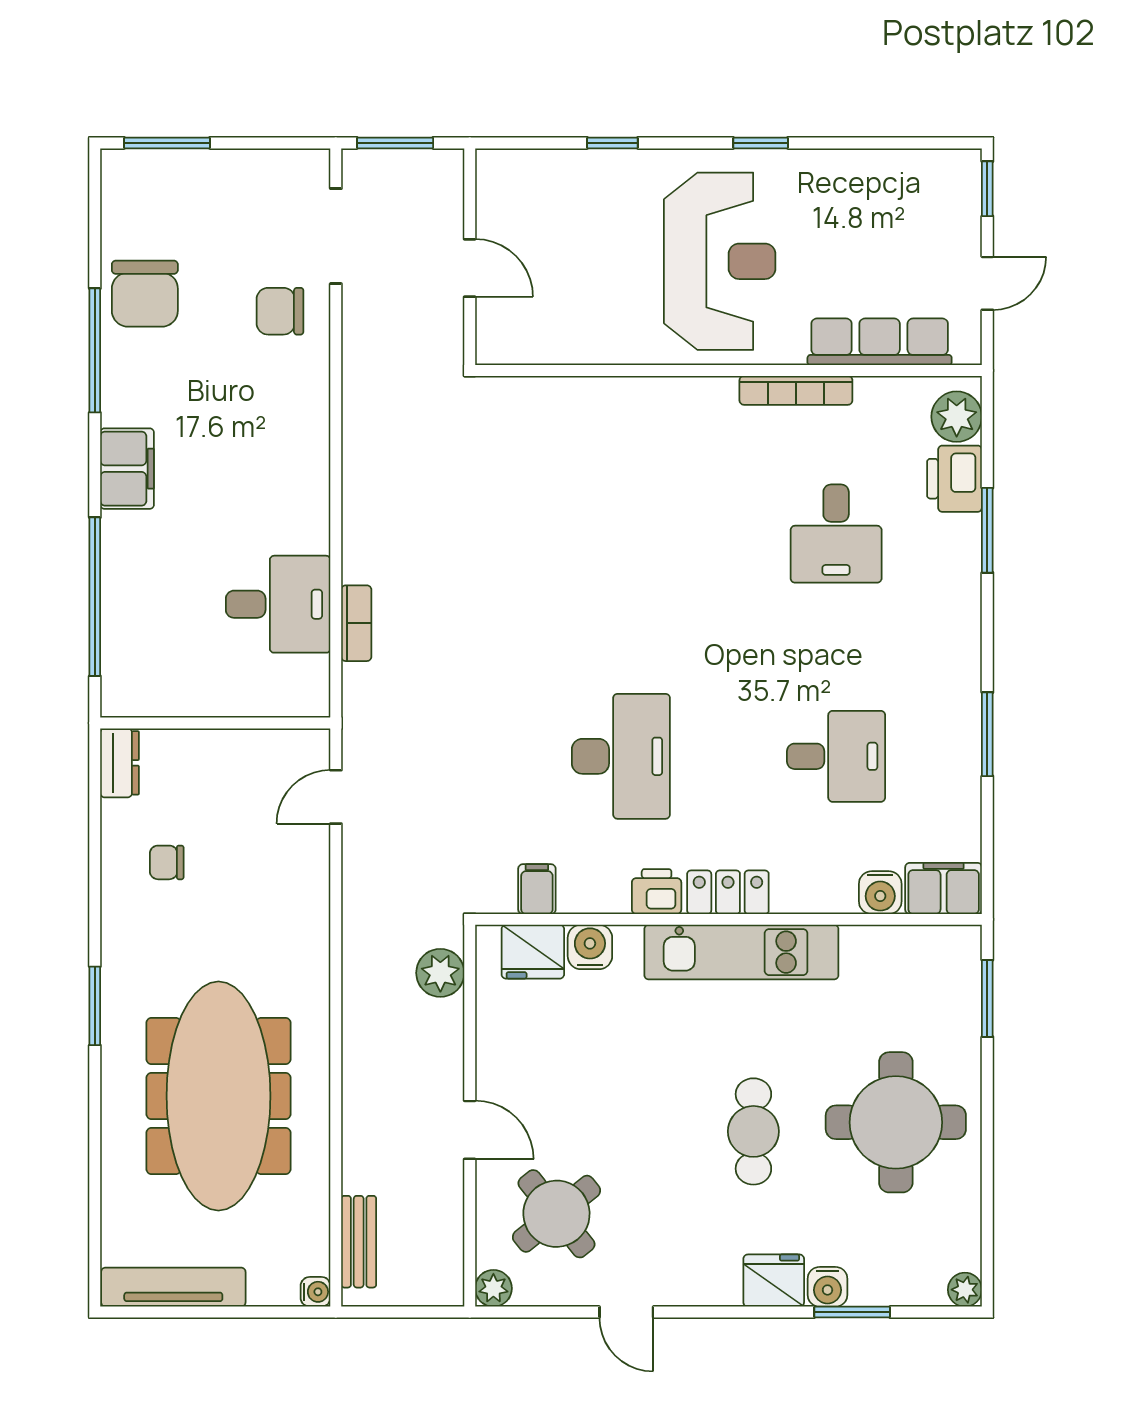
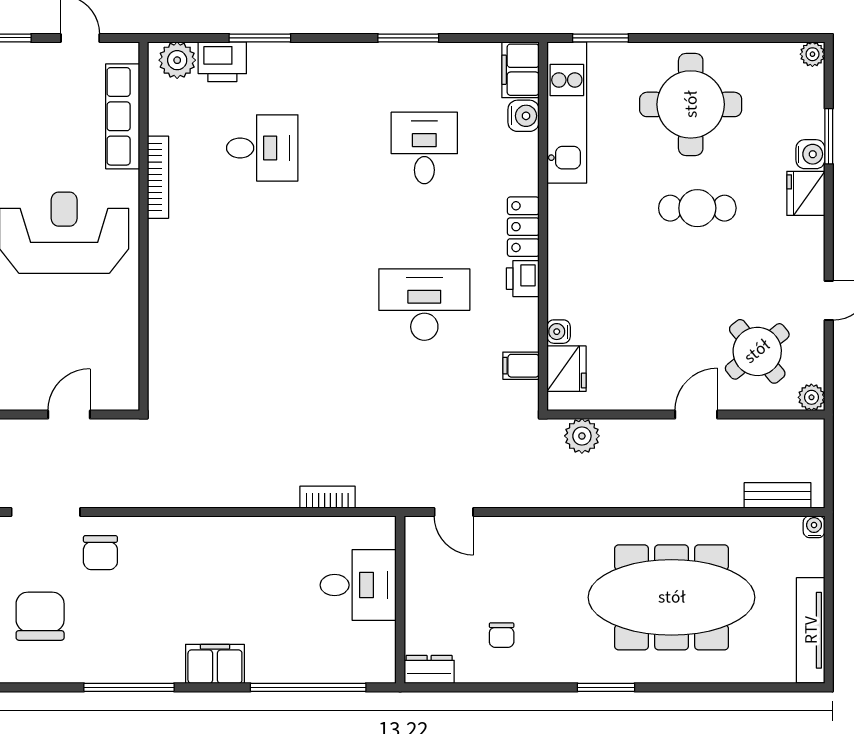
chair: (145, 294) -> (40, 616), moved, turned -90
desk: (278, 604) -> (358, 585), moved, turned 90
water cooler: (590, 947) -> (559, 332), width x0.72, depth x0.72
kitchen unit: (741, 952) -> (567, 112), moved

